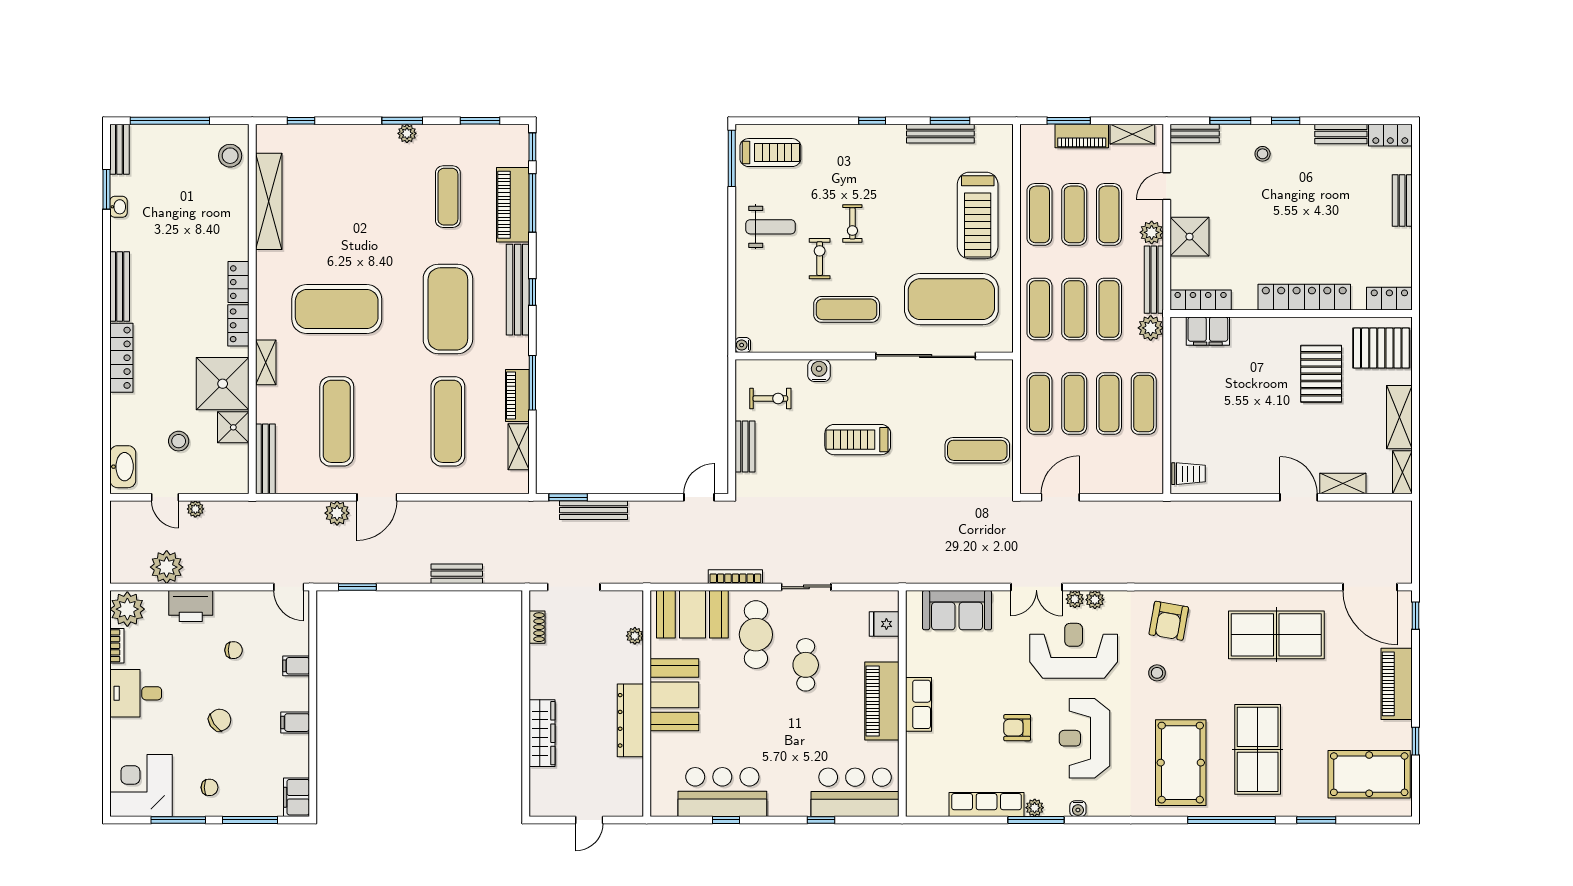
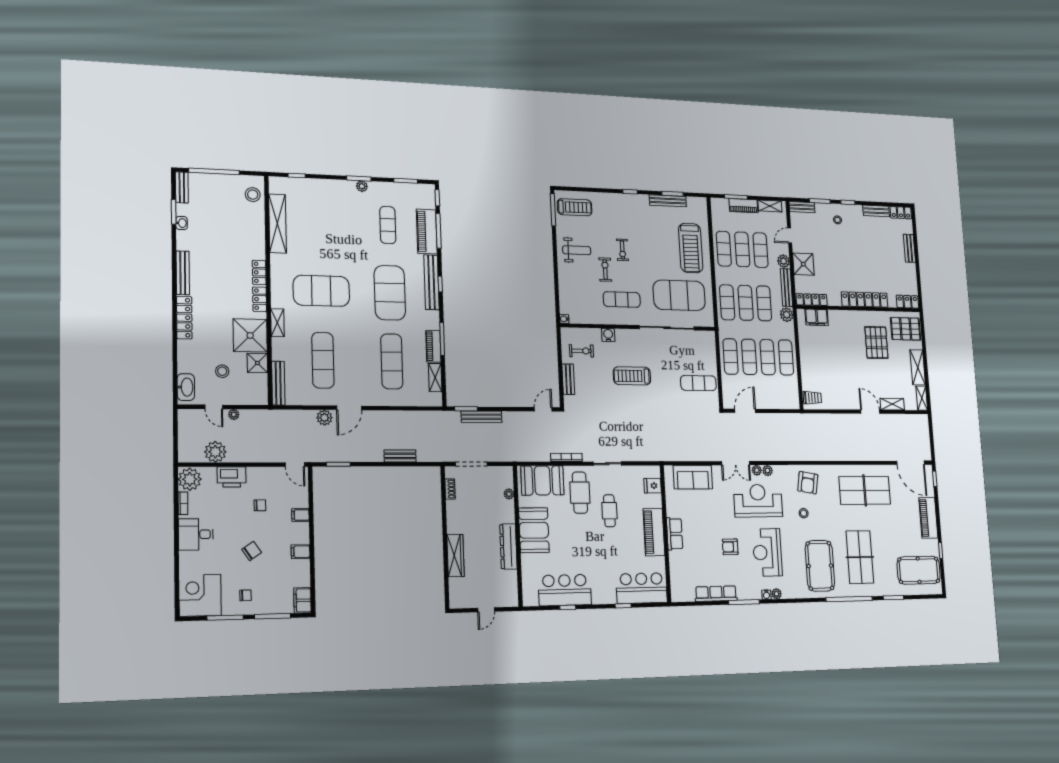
plant: (1035, 808) -> (777, 594), moved

